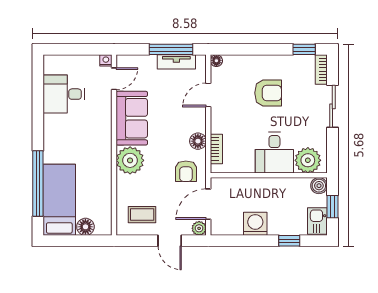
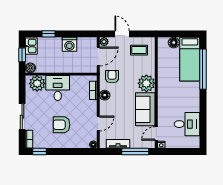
window: (171, 49) -> (135, 152), moved

